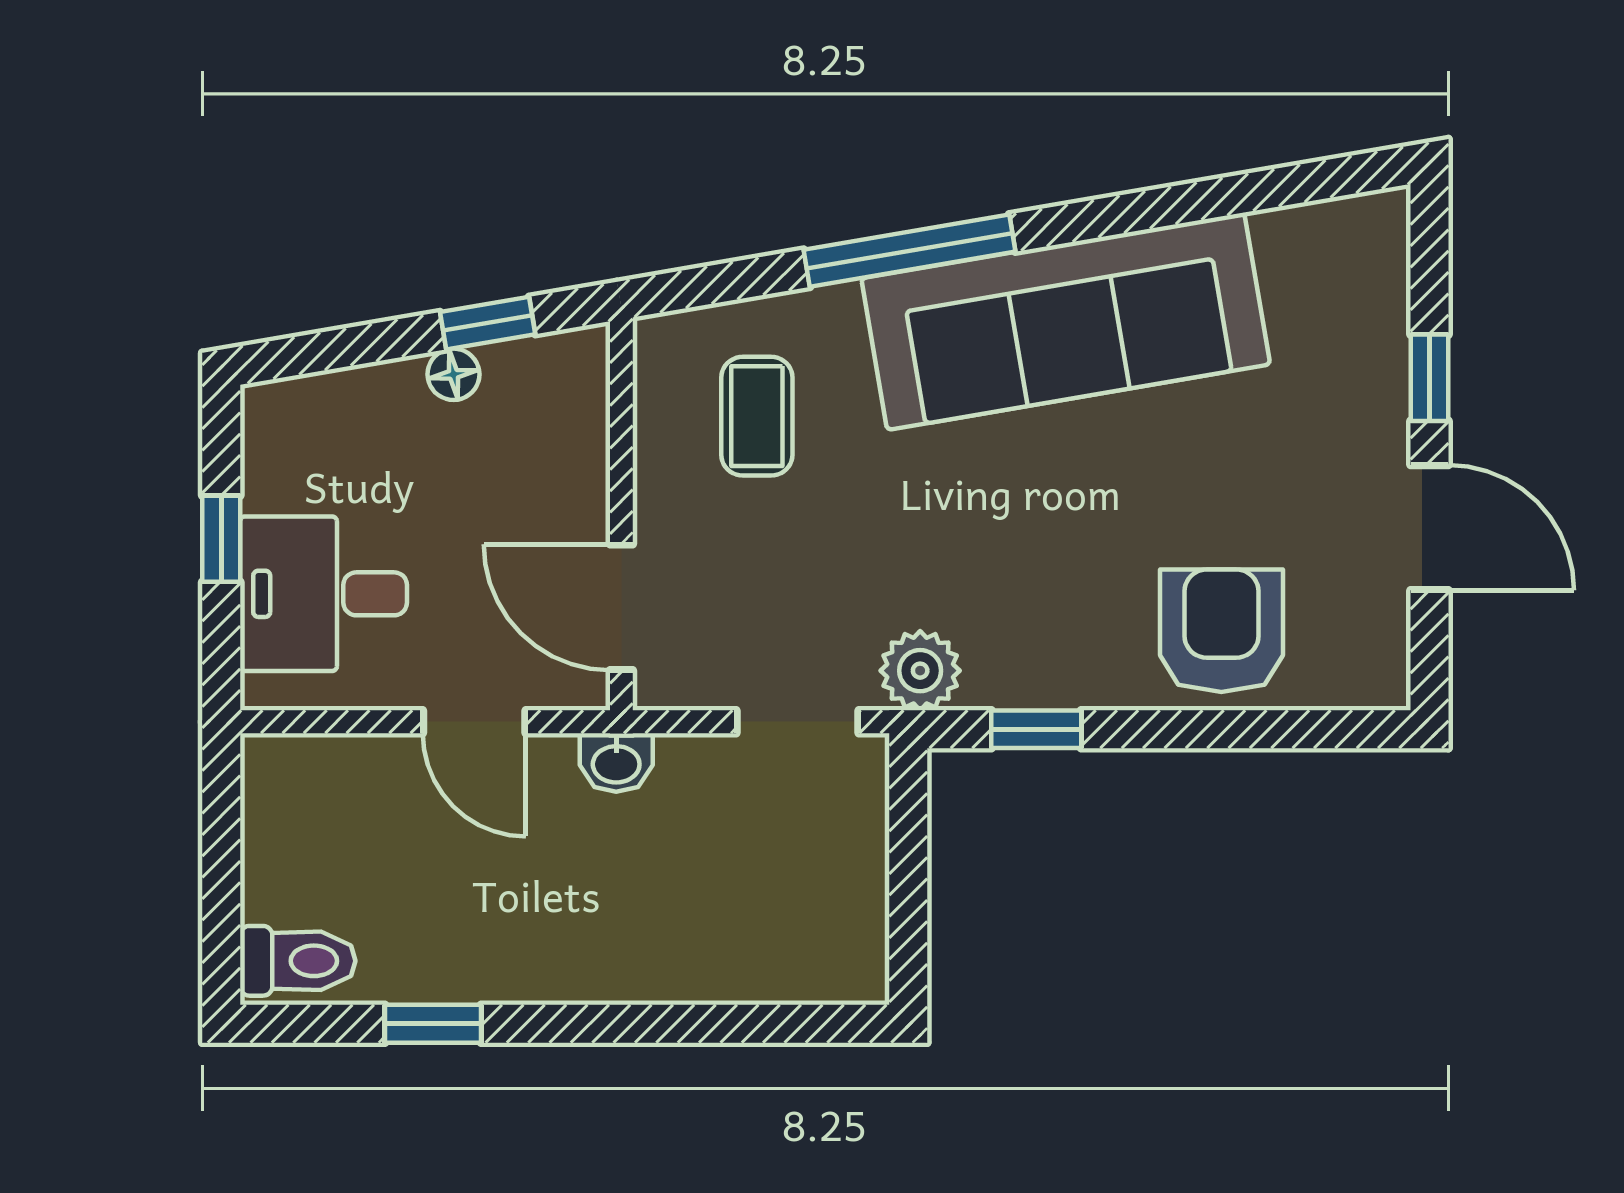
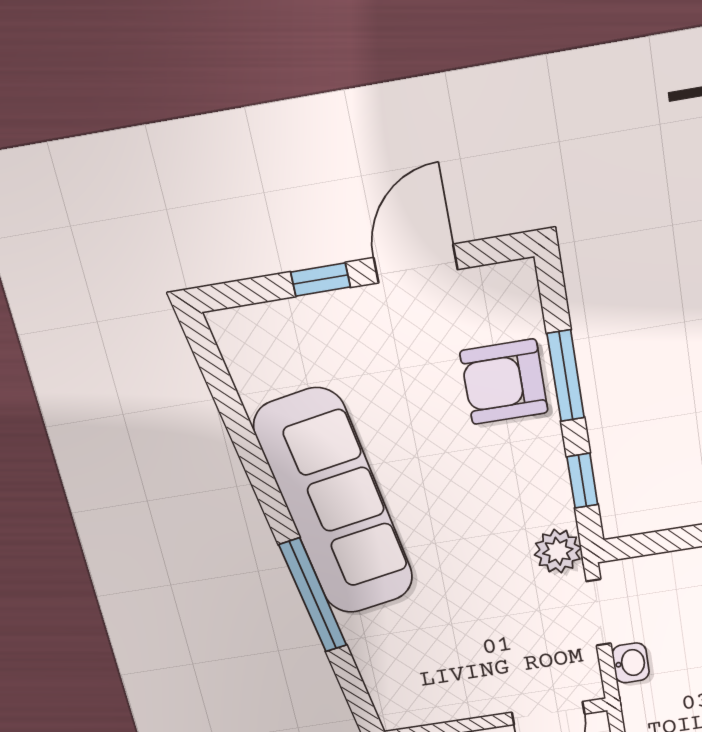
coffee table: (757, 416) -> (426, 661), removed
window: (1215, 729) -> (566, 376), added
washbasin: (616, 763) -> (631, 663), moved

